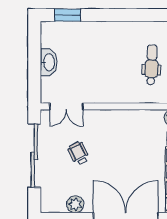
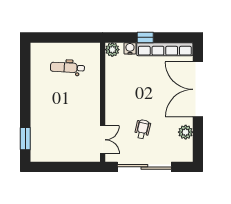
washbasin: (49, 62) -> (65, 155), removed
wheelchair: (79, 153) -> (143, 129), turned 130

